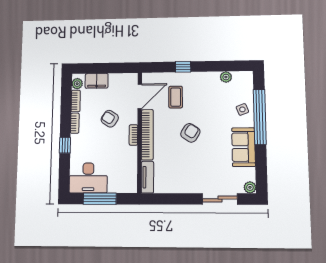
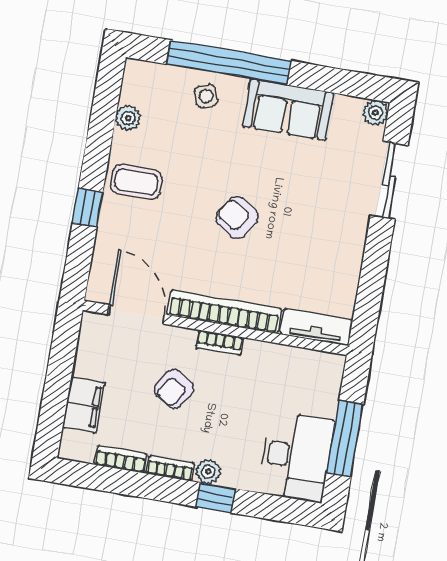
plant: (77, 84) -> (208, 472), moved
coffee table: (176, 97) -> (136, 182), moved

